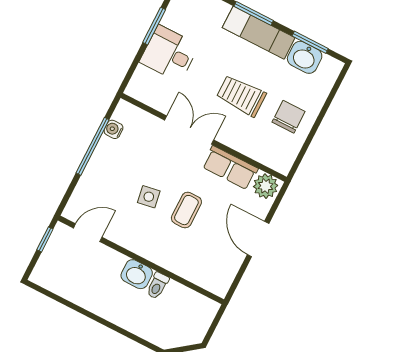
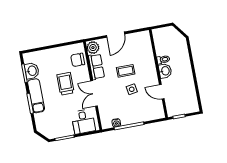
desk: (169, 54) -> (83, 122), moved
trolley: (241, 96) -> (65, 84), turned 180
chair: (289, 117) -> (78, 60), moved
door: (88, 233) -> (162, 92), moved

